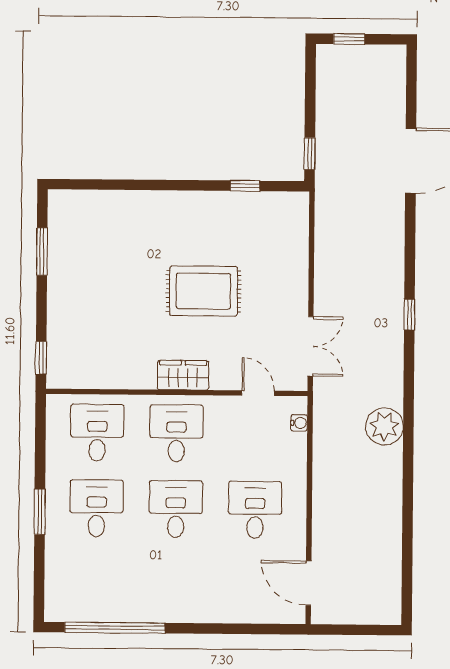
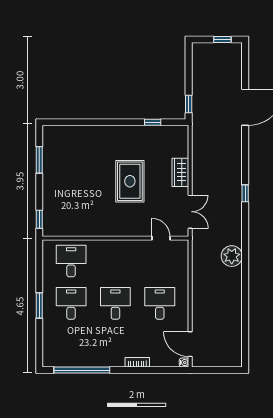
window: (349, 39) -> (222, 40), moved
rug: (203, 291) -> (130, 181), turned 90
wardrobe: (183, 375) -> (180, 172), moved, turned -90
water cooler: (299, 423) -> (184, 363), moved
desk: (176, 433) -> (115, 261), removed
bookcase: (214, 615) -> (137, 362), added

